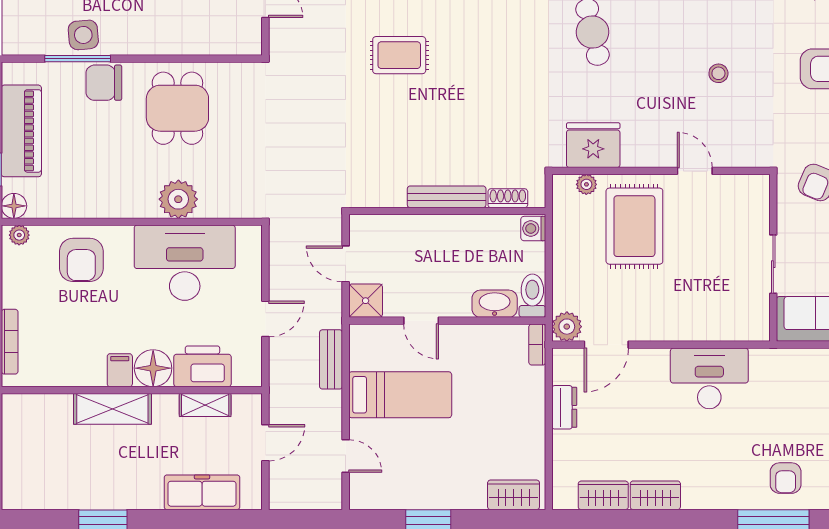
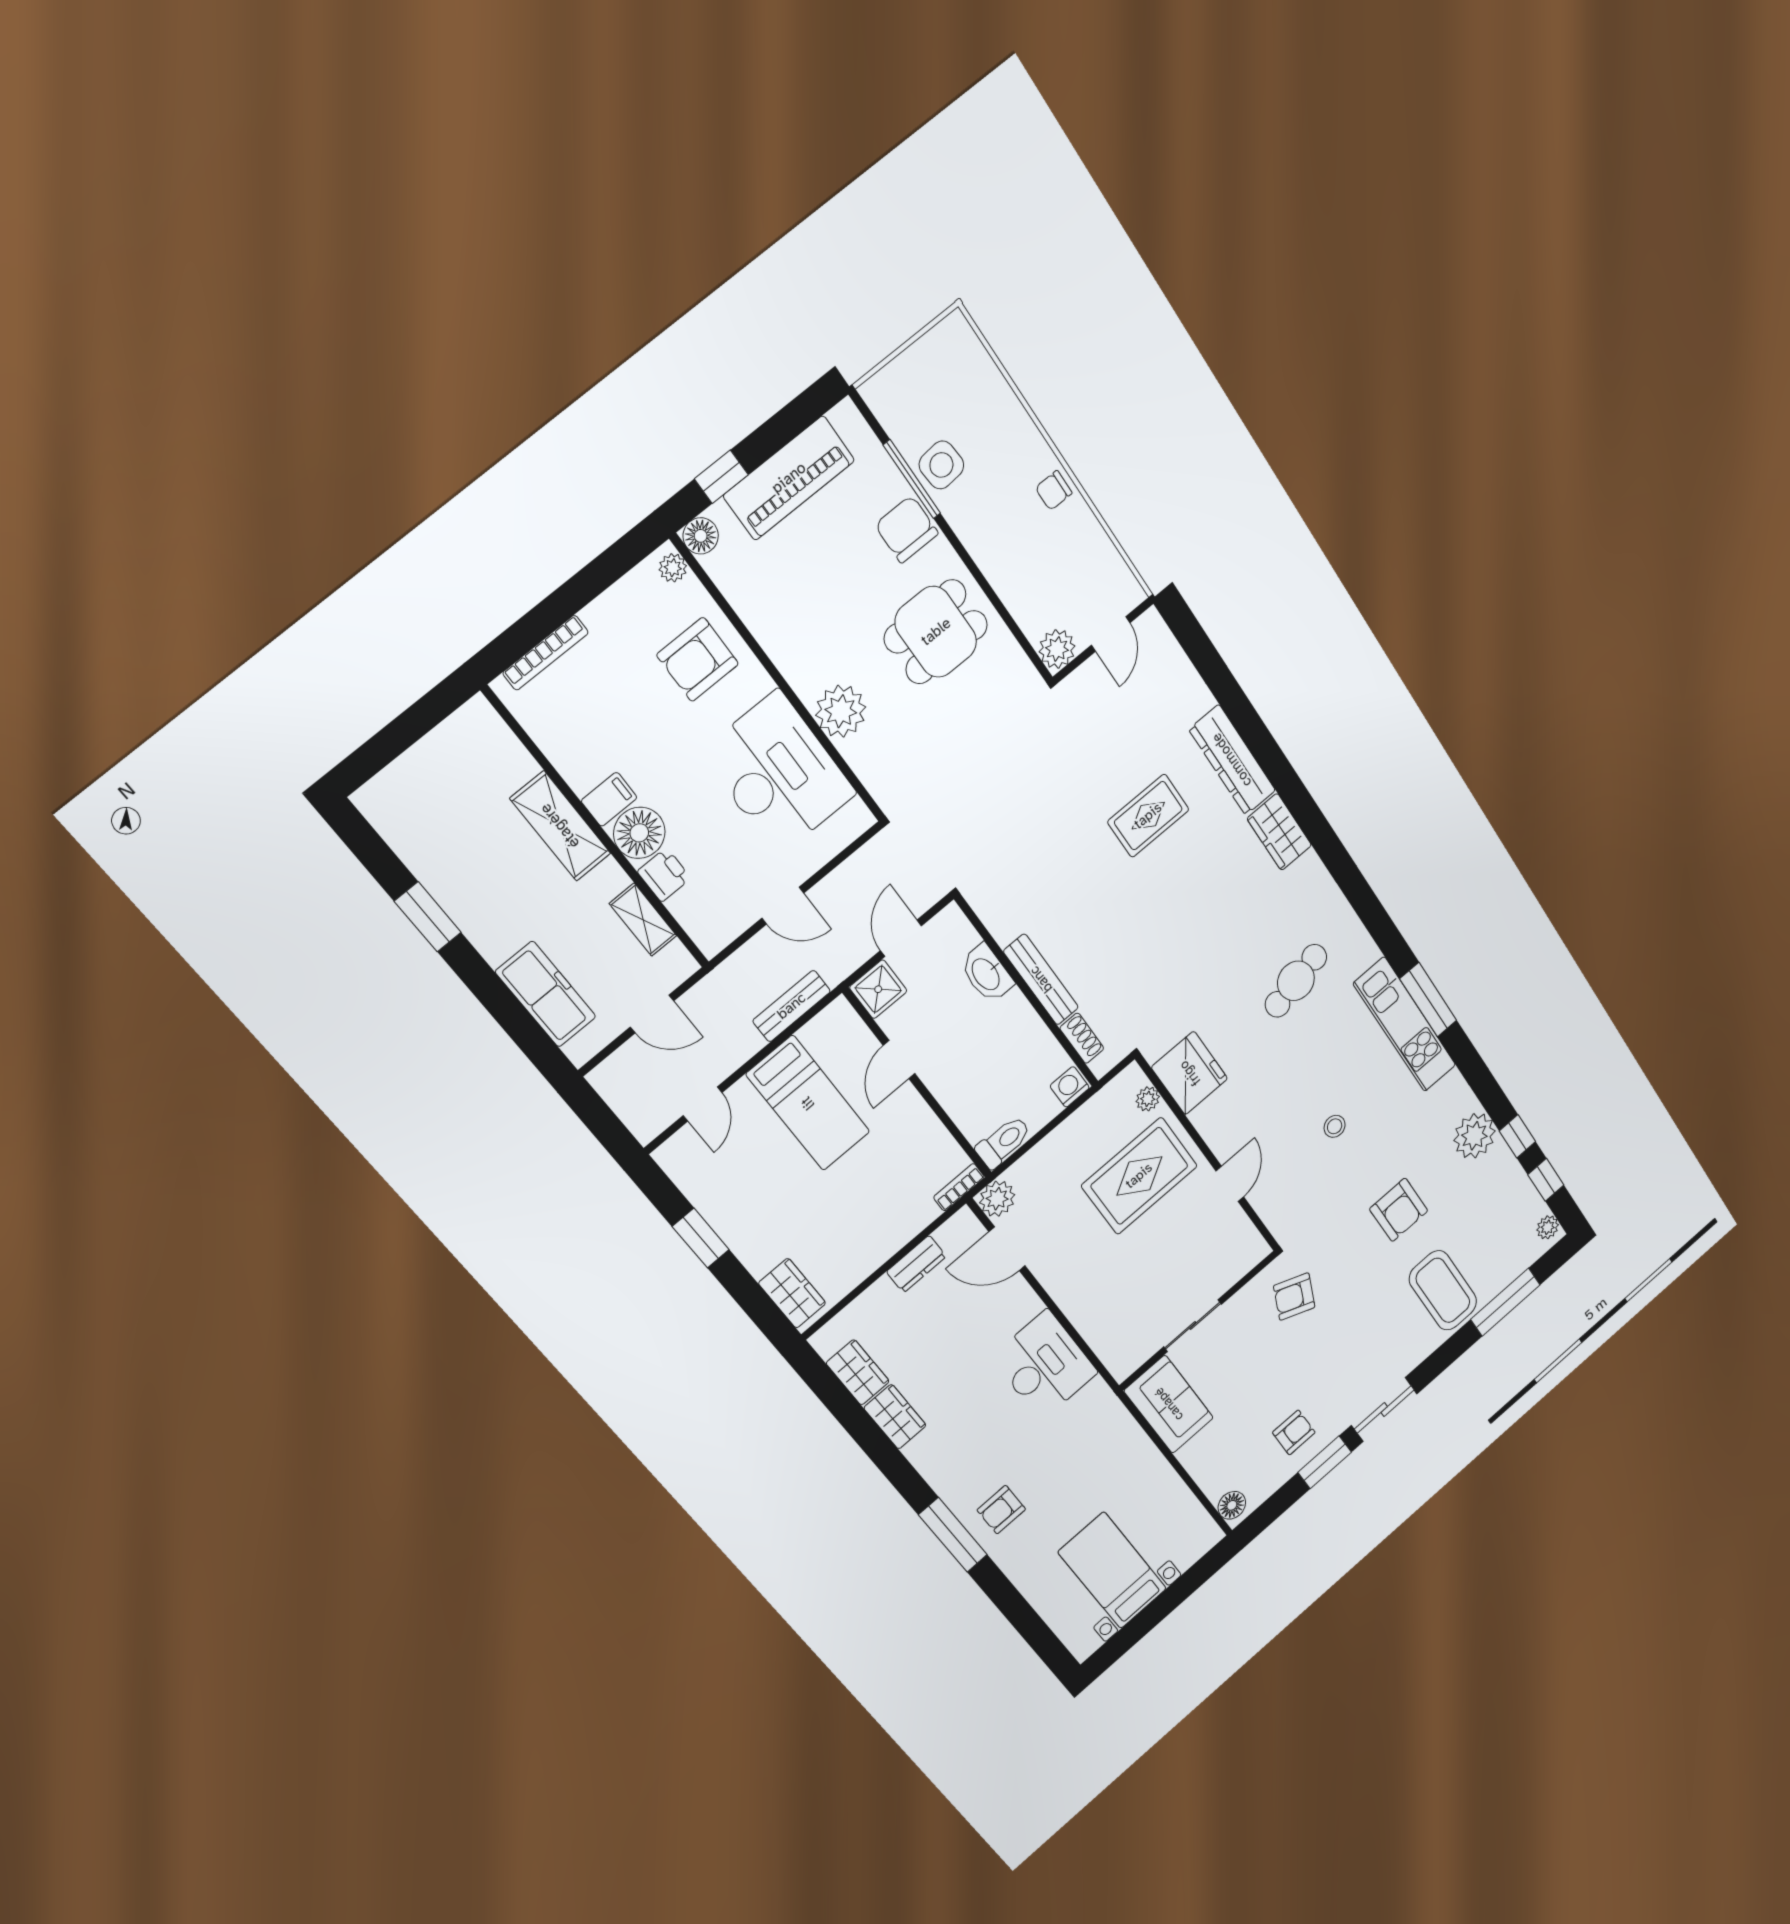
plant: (248, 41) -> (1057, 649), added
rug: (399, 55) -> (1148, 816), turned 90
washbasin: (495, 304) -> (986, 974), moved, turned 180
printer: (202, 366) -> (664, 875), width x0.53, depth x0.68

